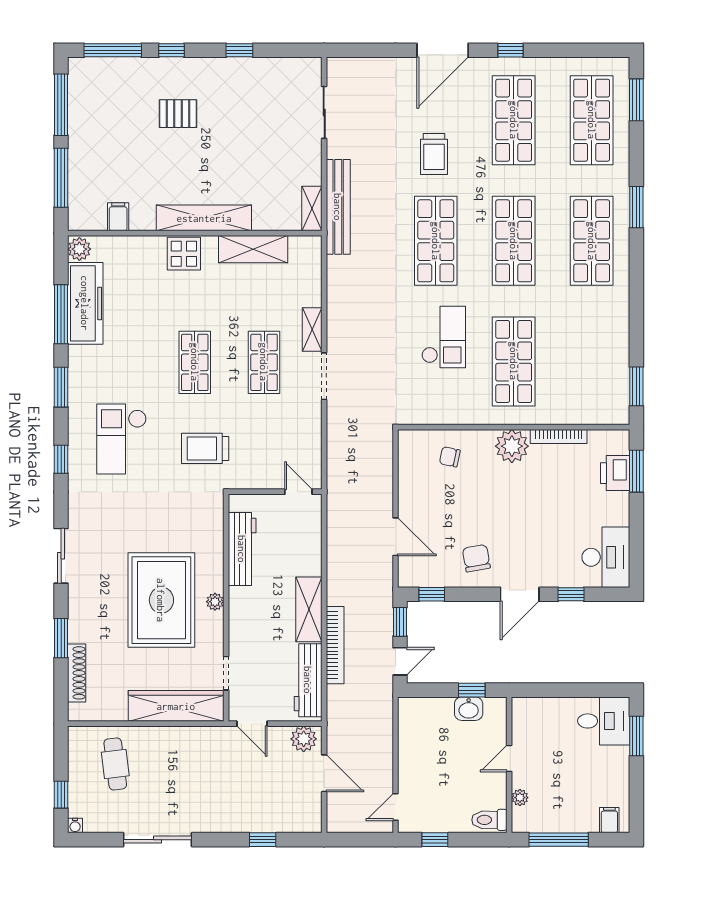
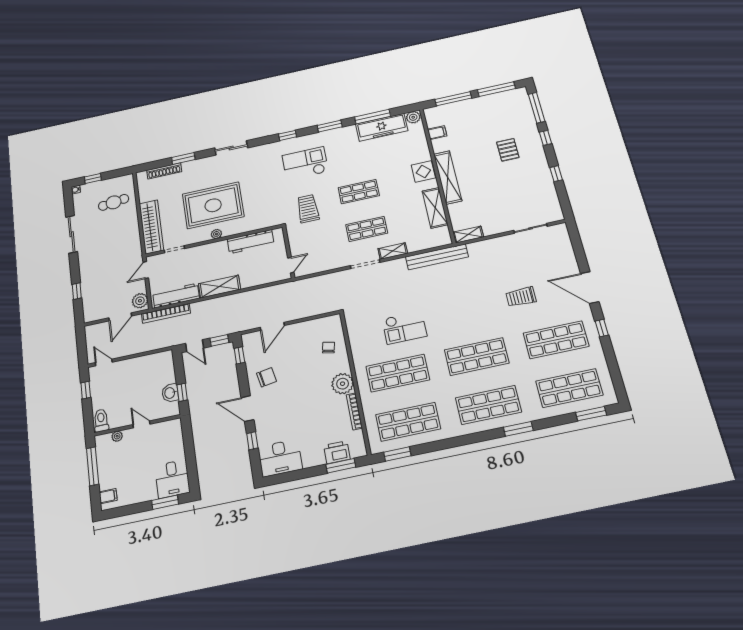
bench: (338, 207) -> (437, 257), moved
shop shelf: (436, 241) -> (408, 422), moved
bookcase: (335, 645) -> (166, 313), moved

